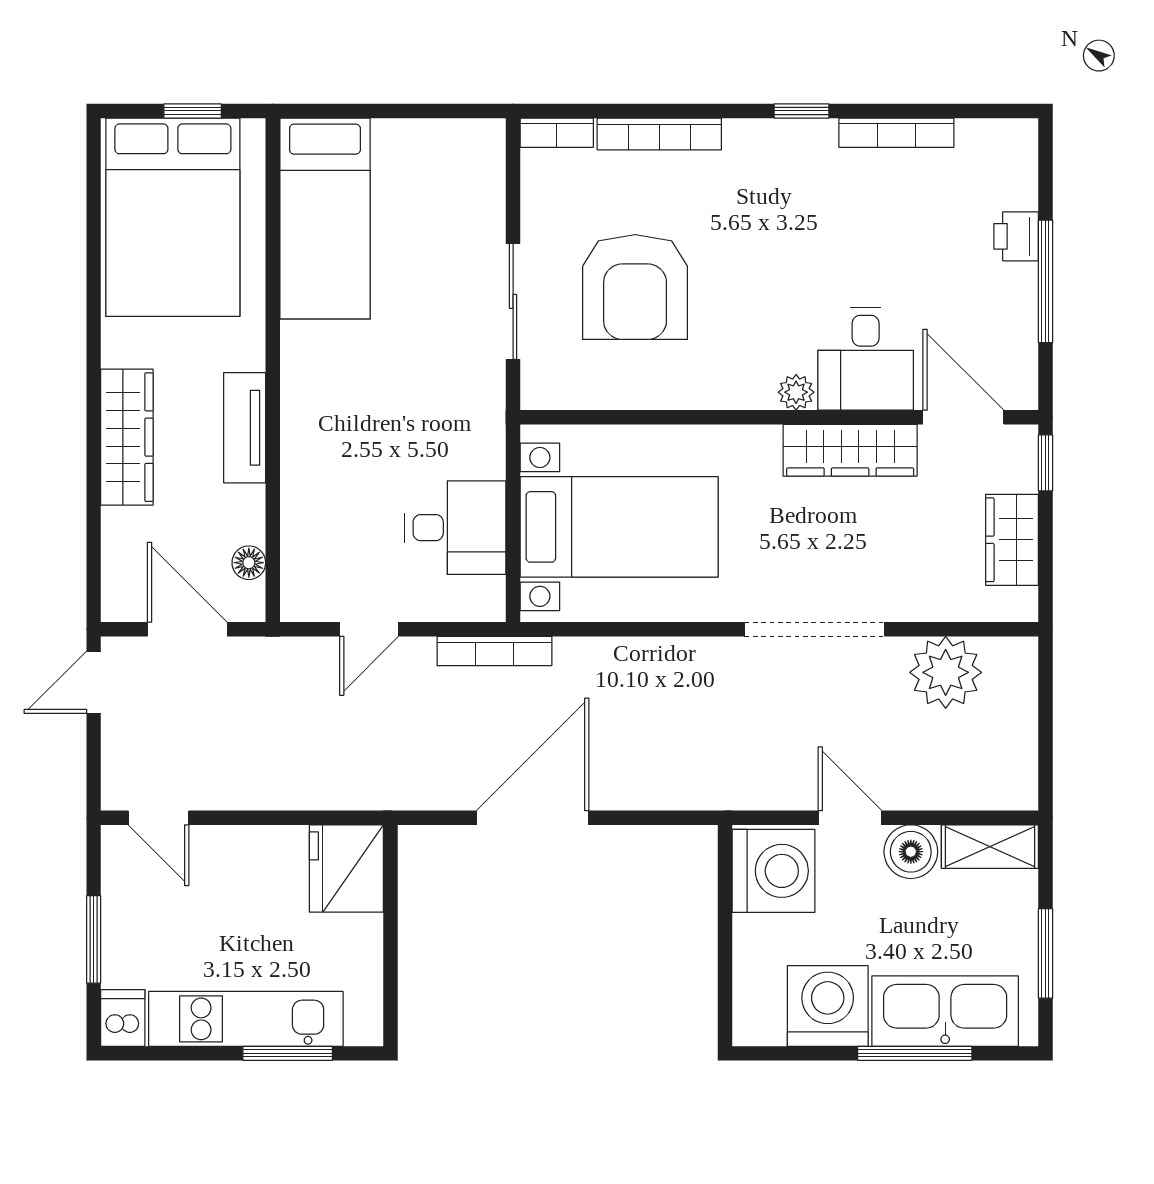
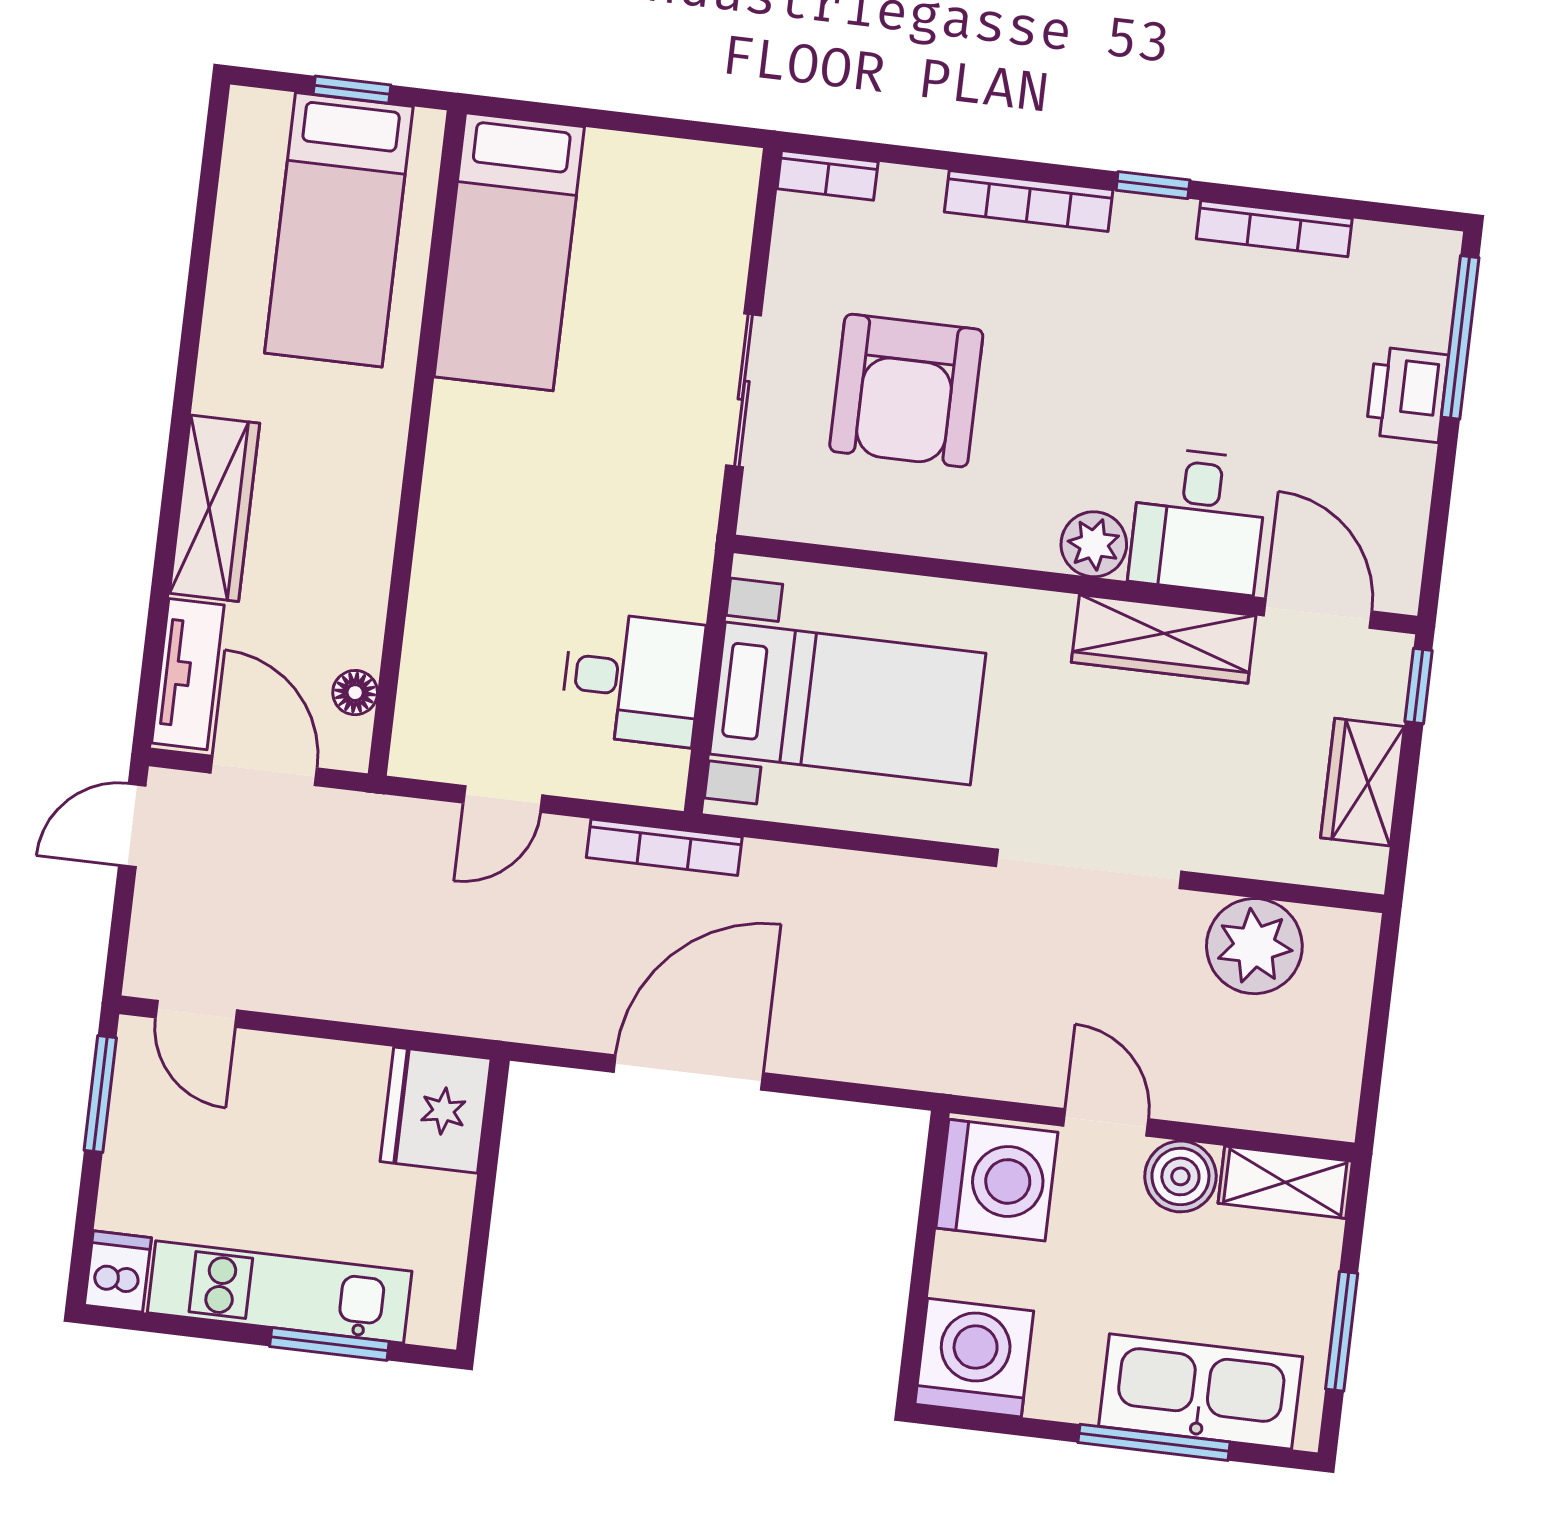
bookcase: (659, 134) -> (1029, 201), moved
bed: (173, 217) -> (339, 230), width x0.67
printer: (1016, 236) -> (1407, 394), width x1.36, depth x1.24
window: (1045, 281) -> (1460, 337), moved
plant: (796, 392) -> (1094, 544), width x1.38, depth x1.38
tv unit: (245, 428) -> (188, 674), moved, turned 180
window: (94, 939) -> (100, 1094), moved
washing machine: (828, 1006) -> (974, 1358), moved

